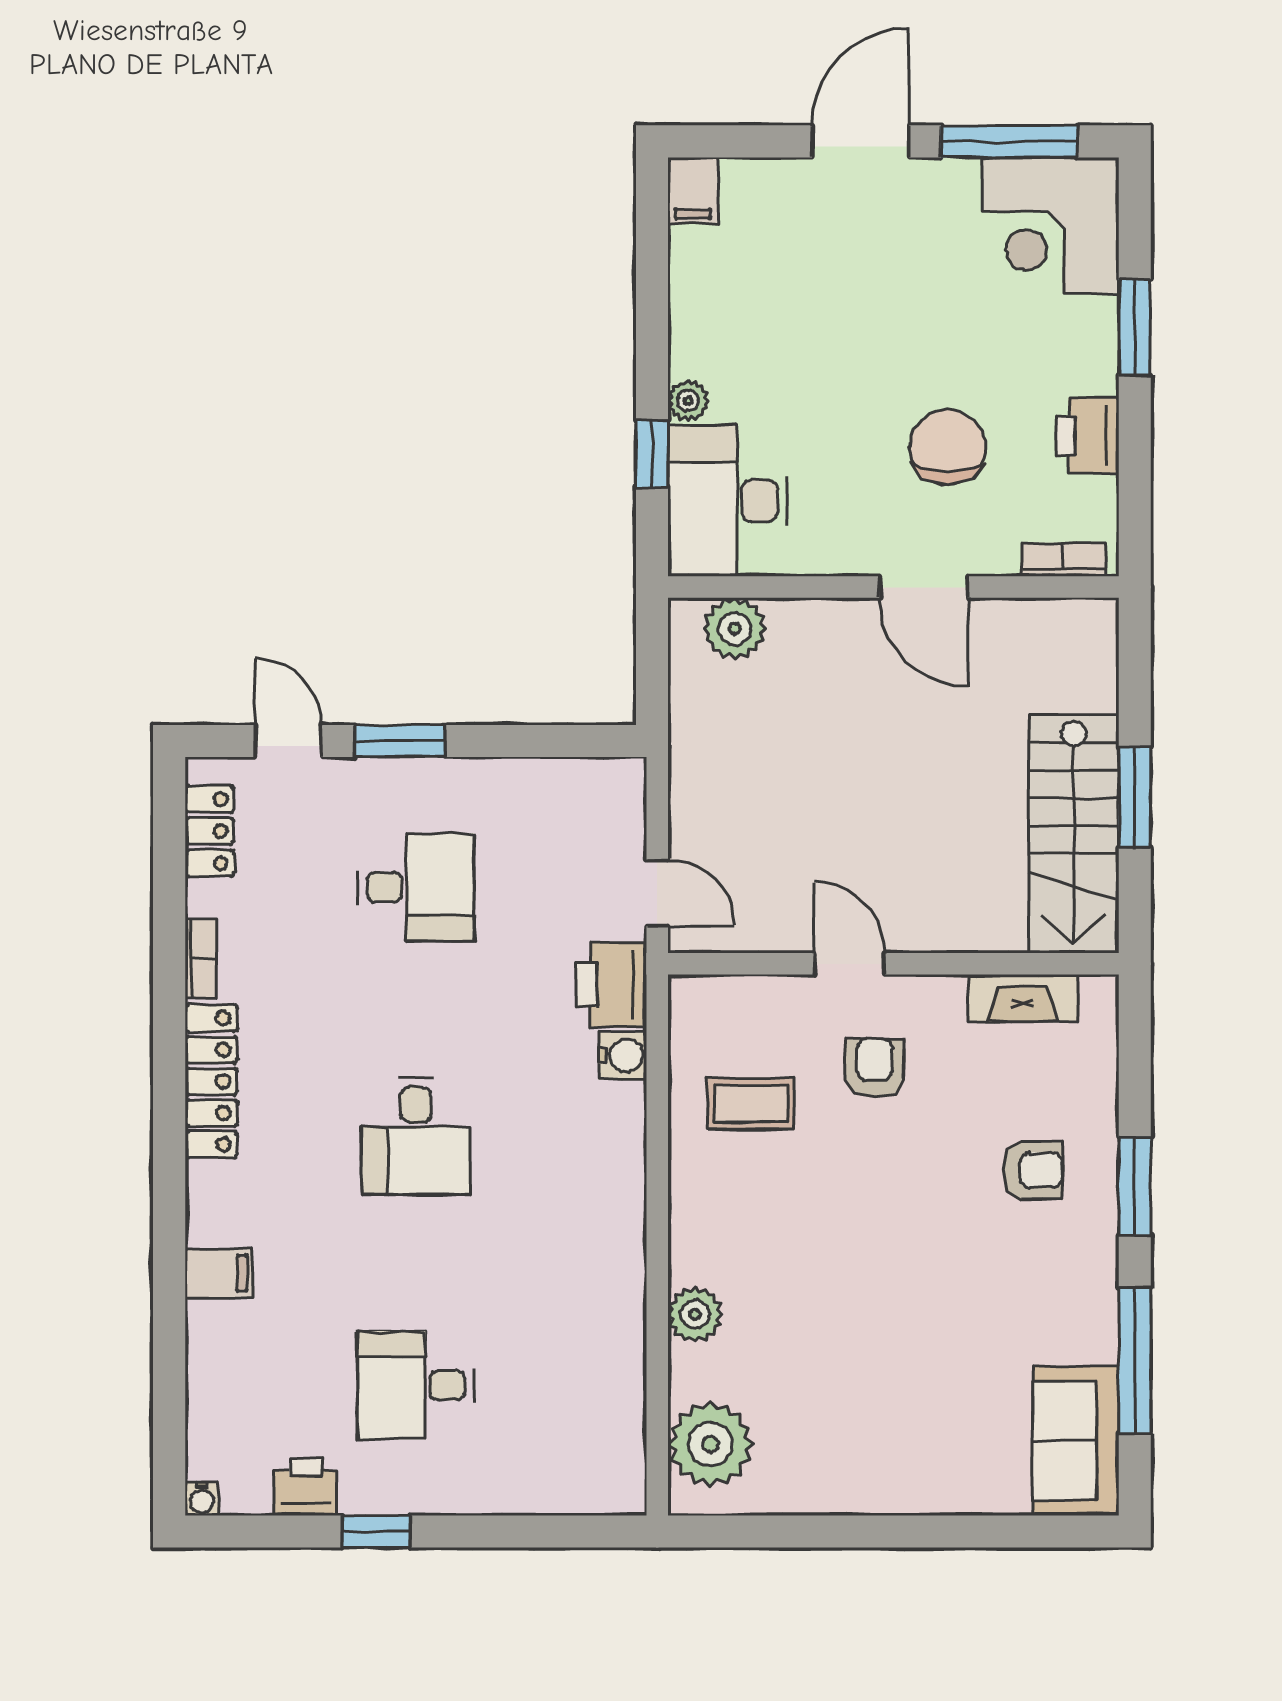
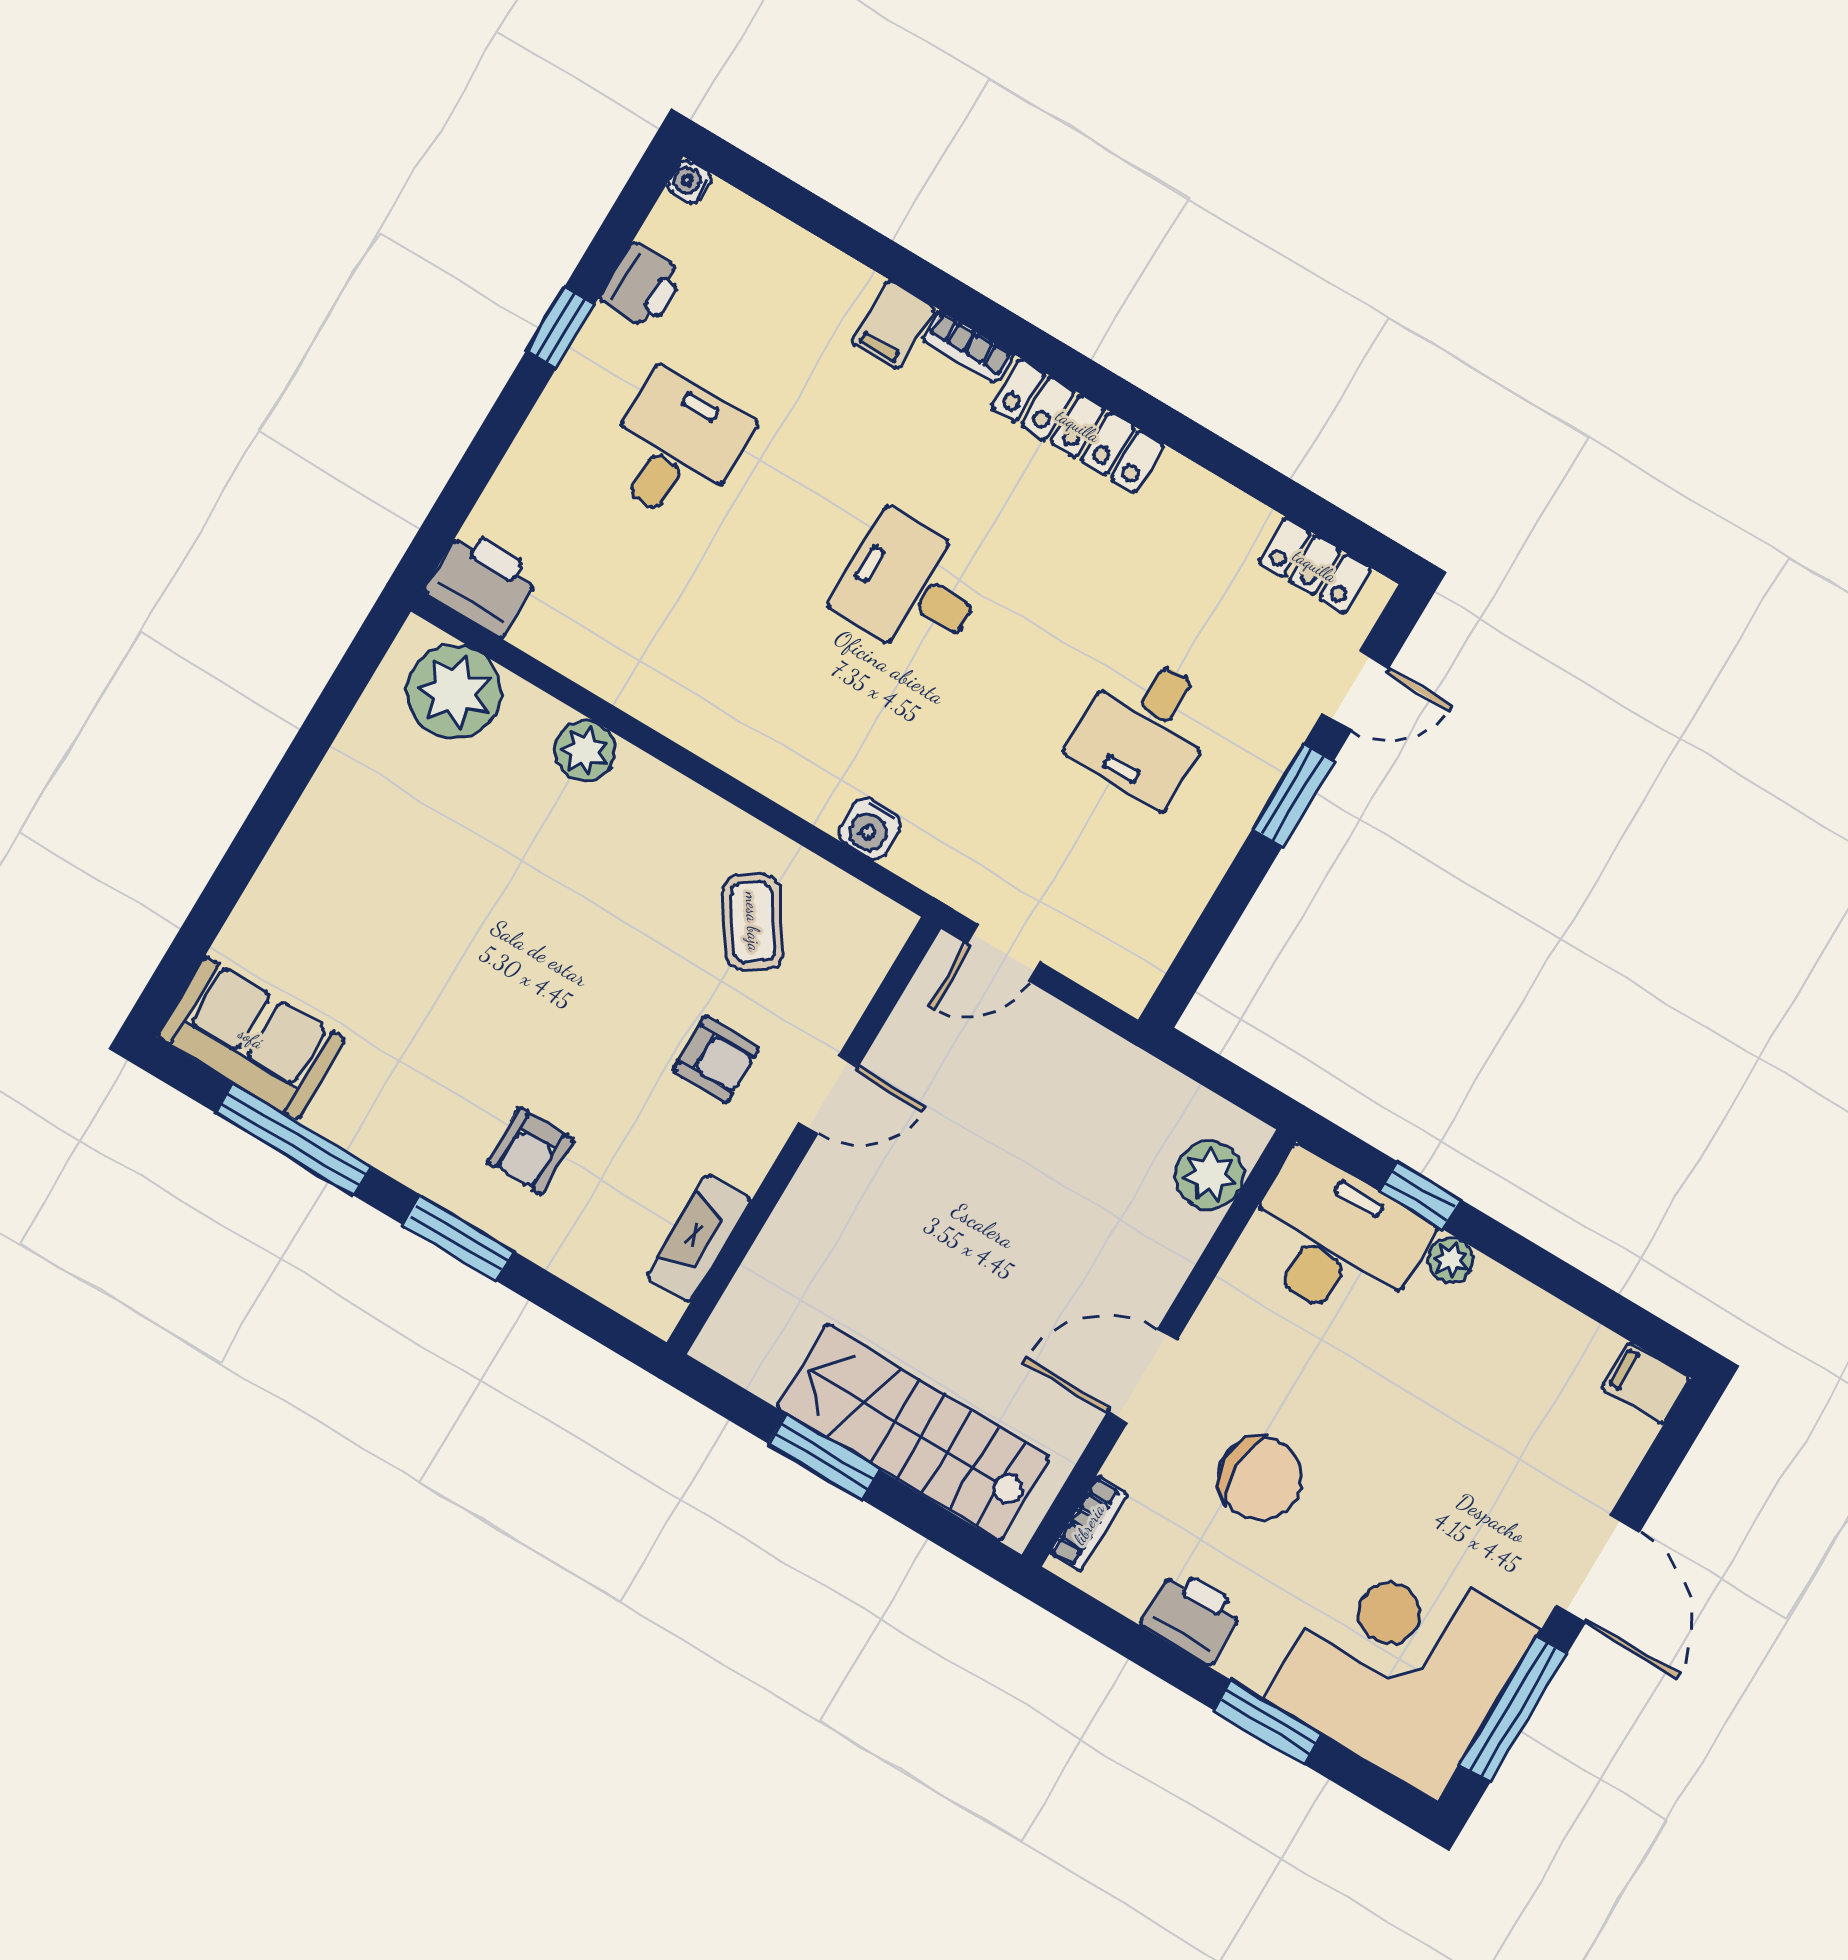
corner desk: (1051, 225) -> (1402, 1663), width x1.36, depth x1.36
stairs: (1074, 834) -> (914, 1432), moved
bookcase: (201, 959) -> (968, 347), moved
printer: (611, 985) -> (483, 582), moved
coffee table: (751, 1104) -> (753, 922), turned -34

